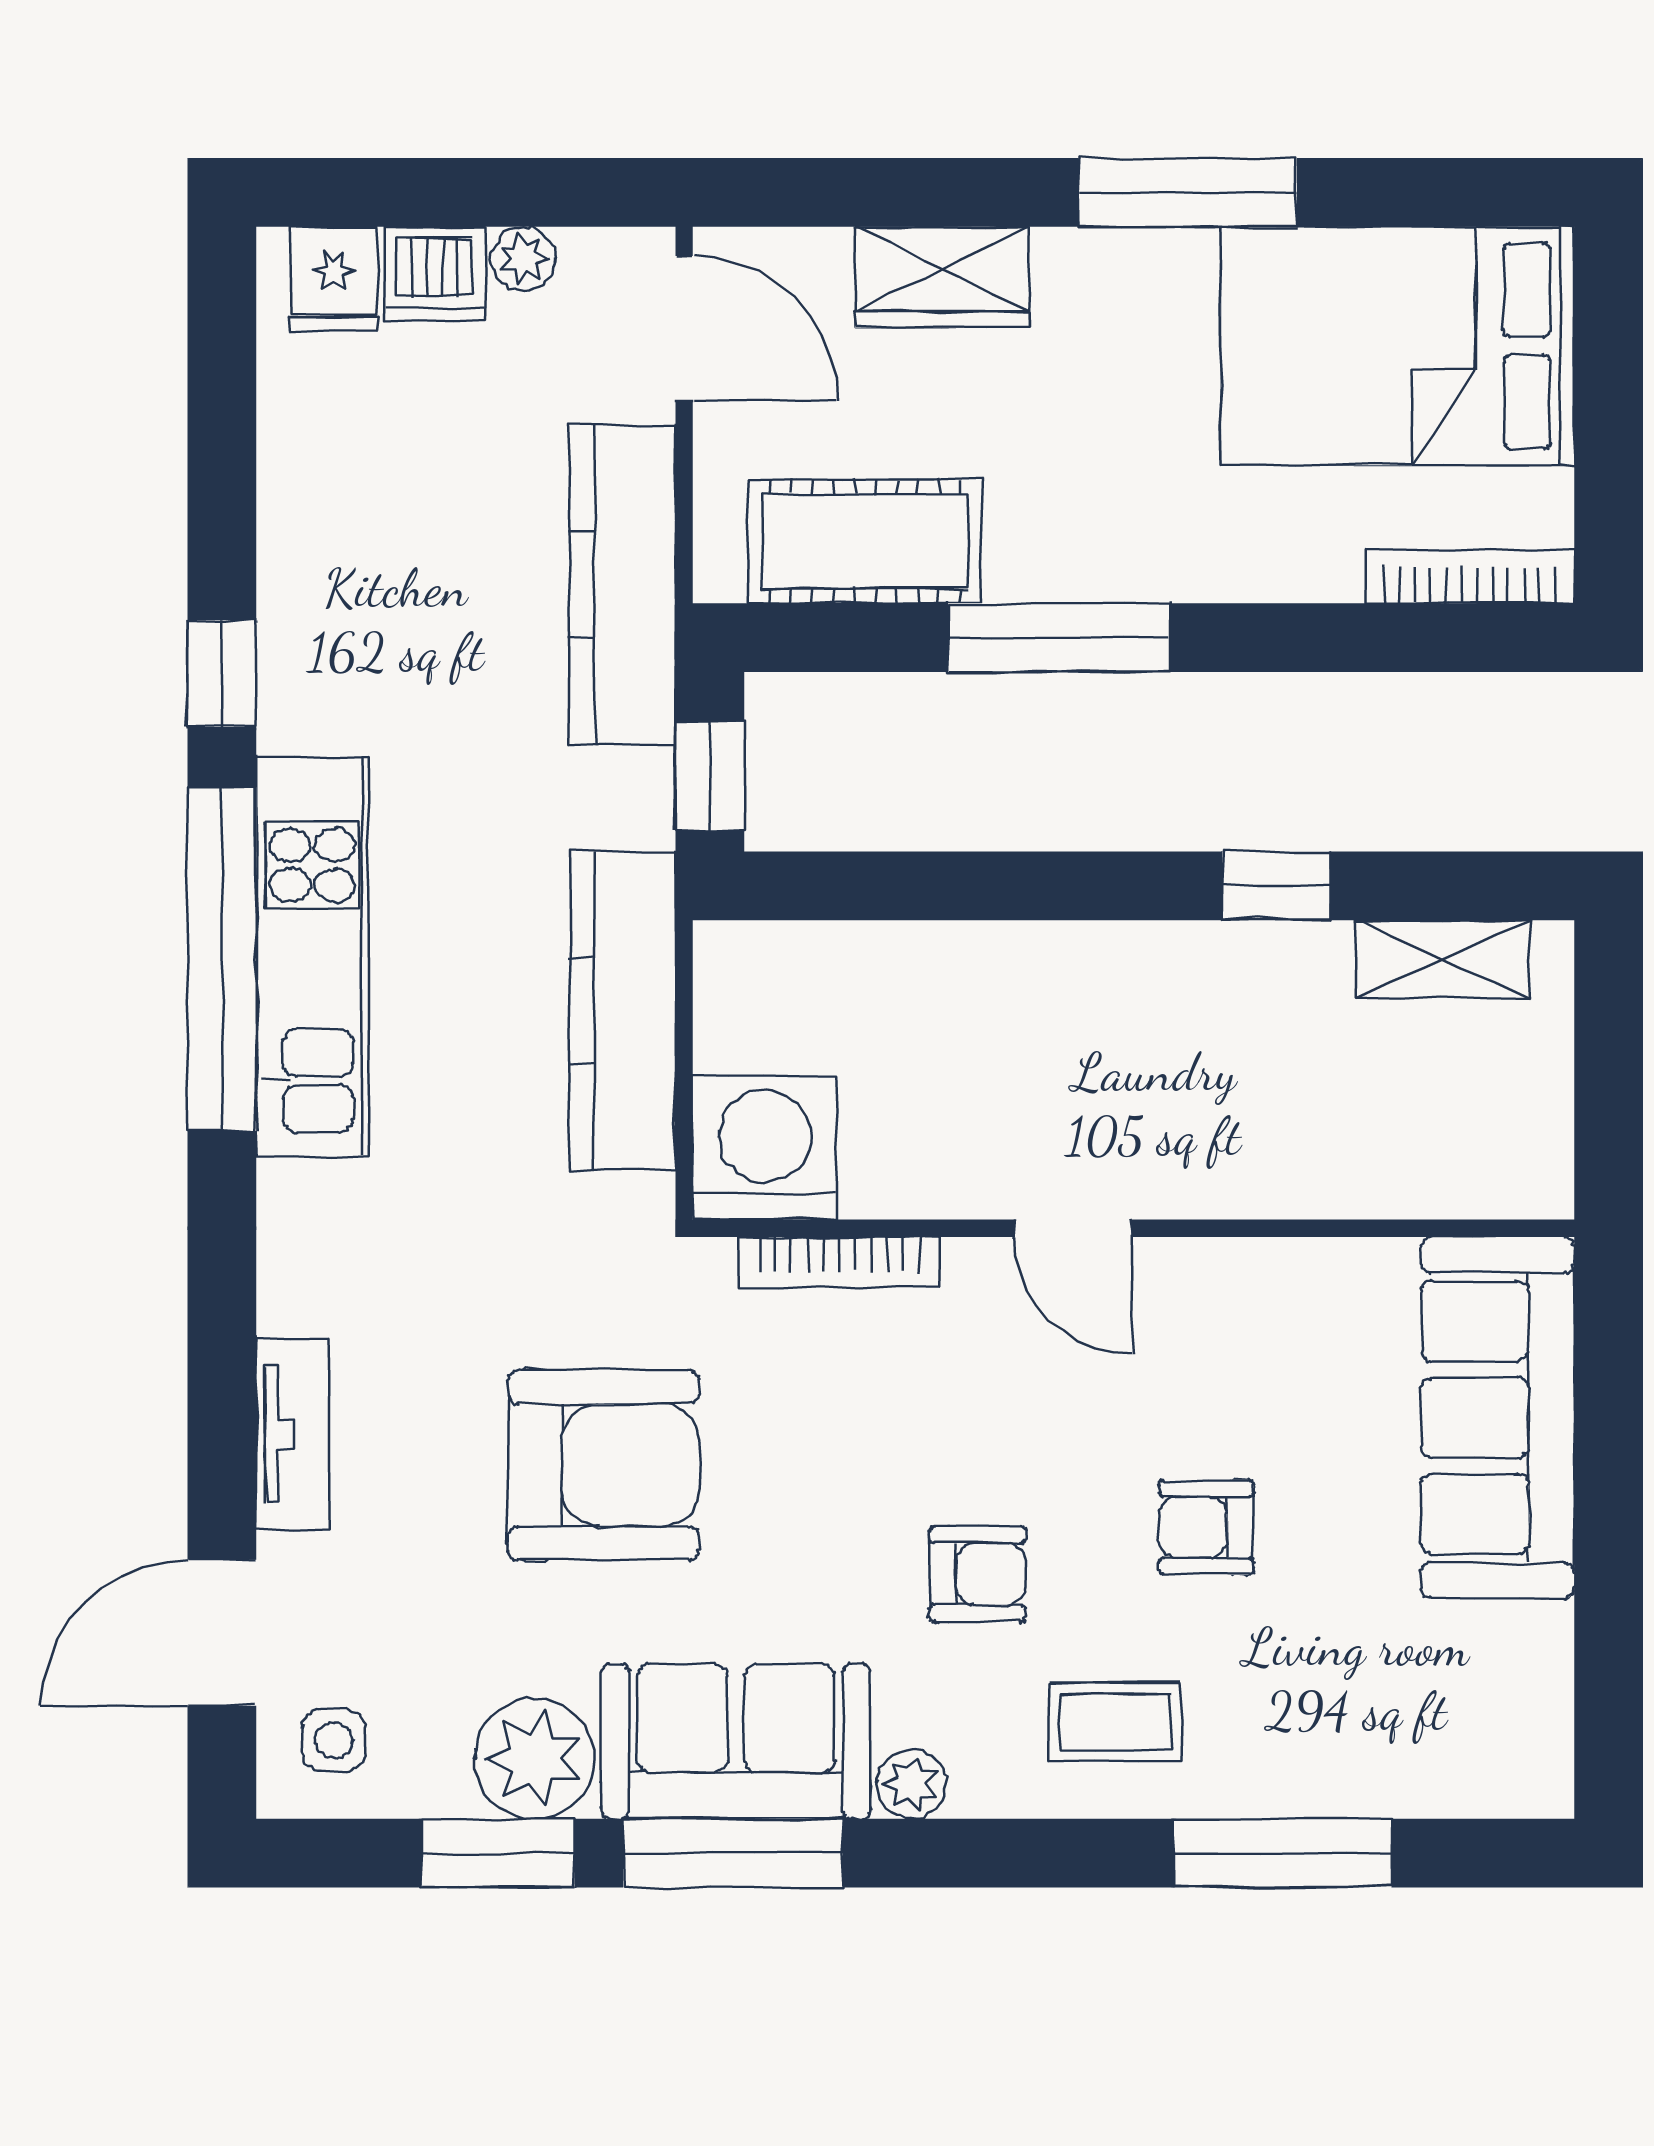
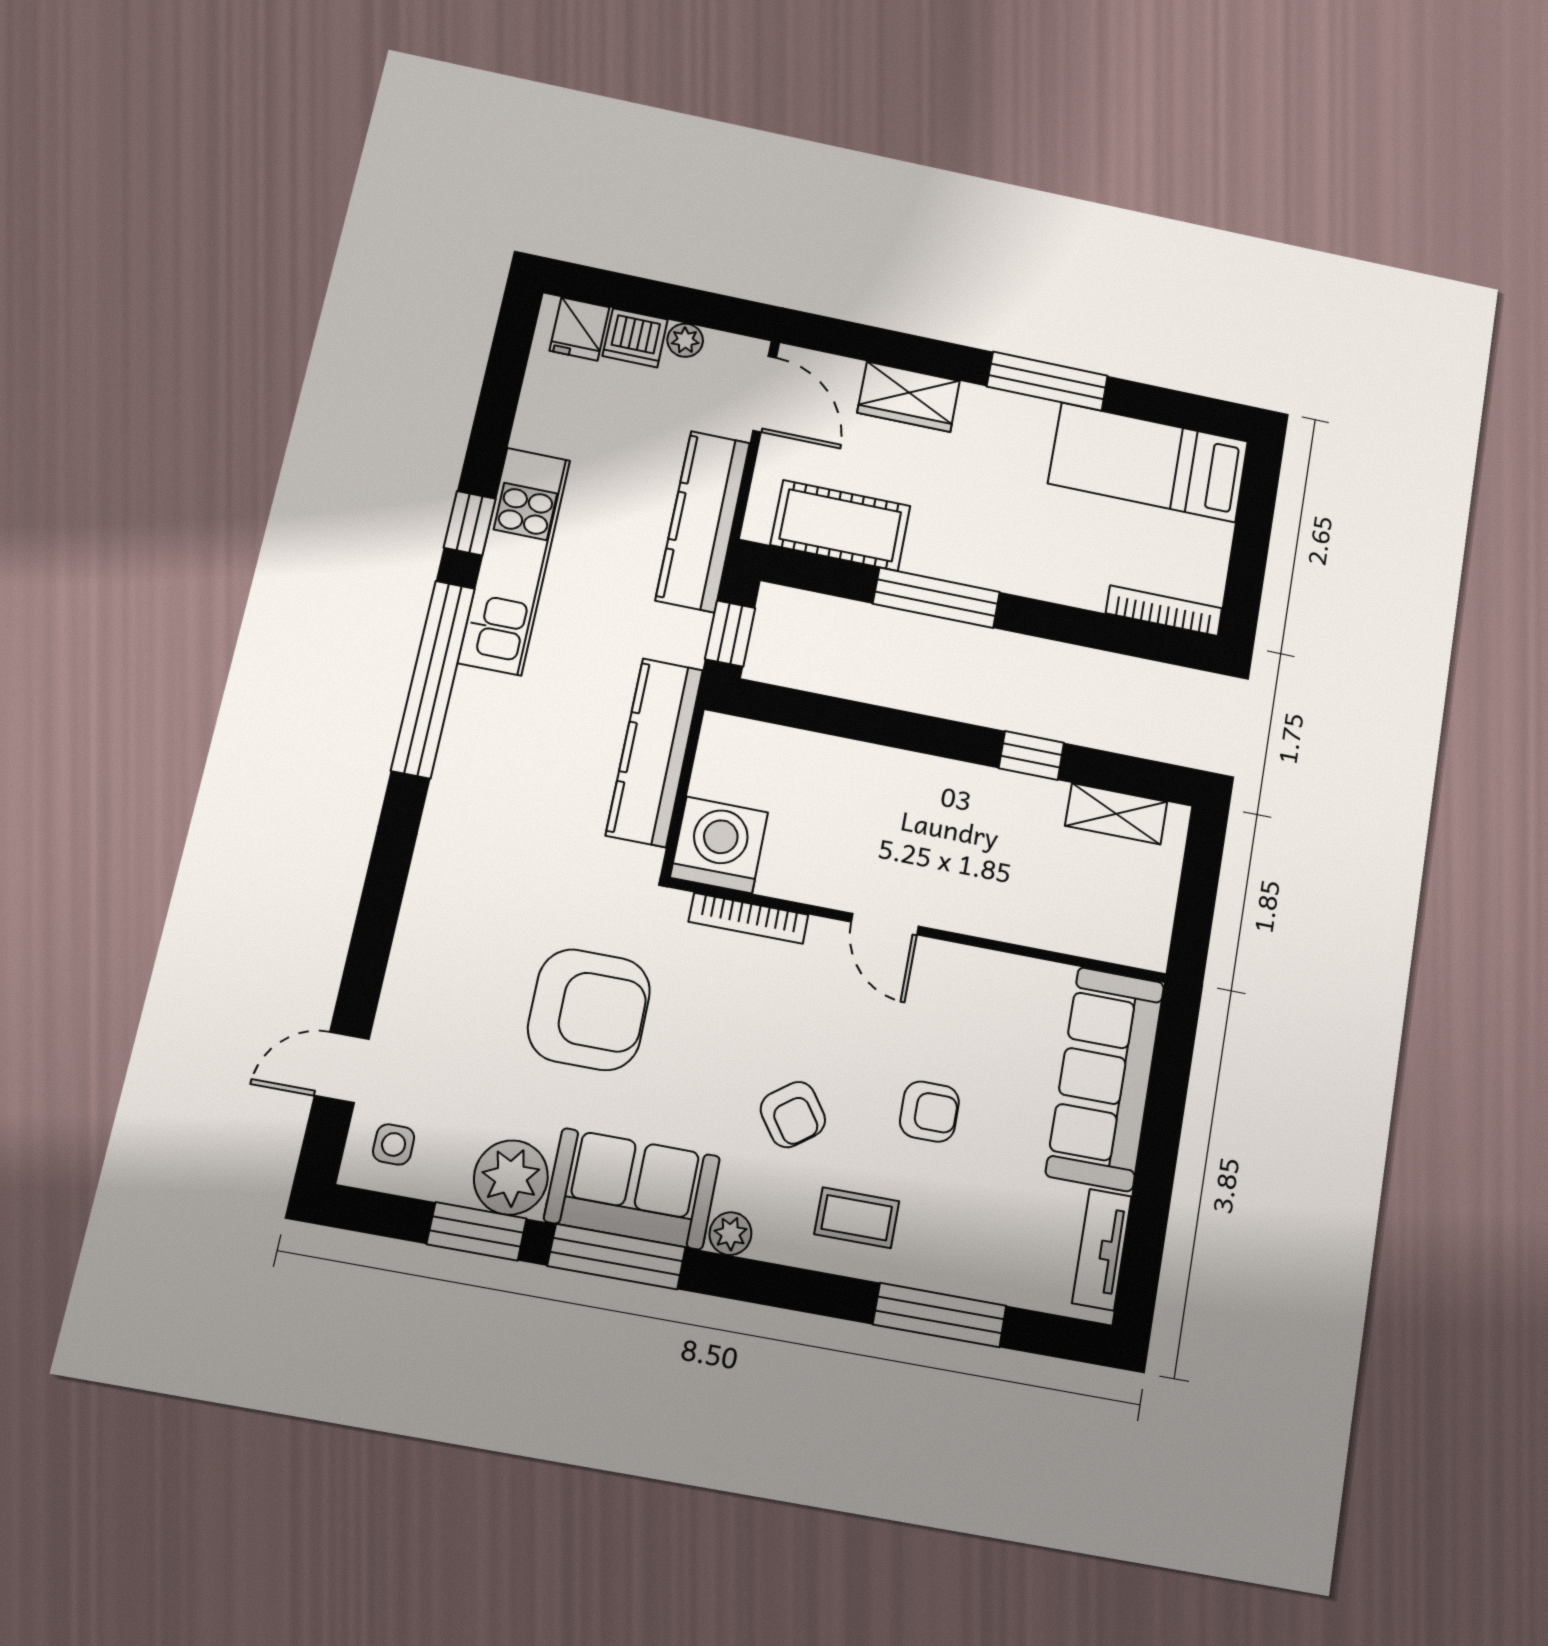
bed: (1398, 346) -> (1148, 462), width x0.67
kitchen unit: (312, 957) -> (514, 561), moved
tv unit: (293, 1434) -> (1102, 1250), moved, turned 180
armchair: (1206, 1527) -> (929, 1112), turned 180
armchair: (977, 1574) -> (793, 1115), turned 54
door: (222, 1633) -> (342, 1067), width x0.73

